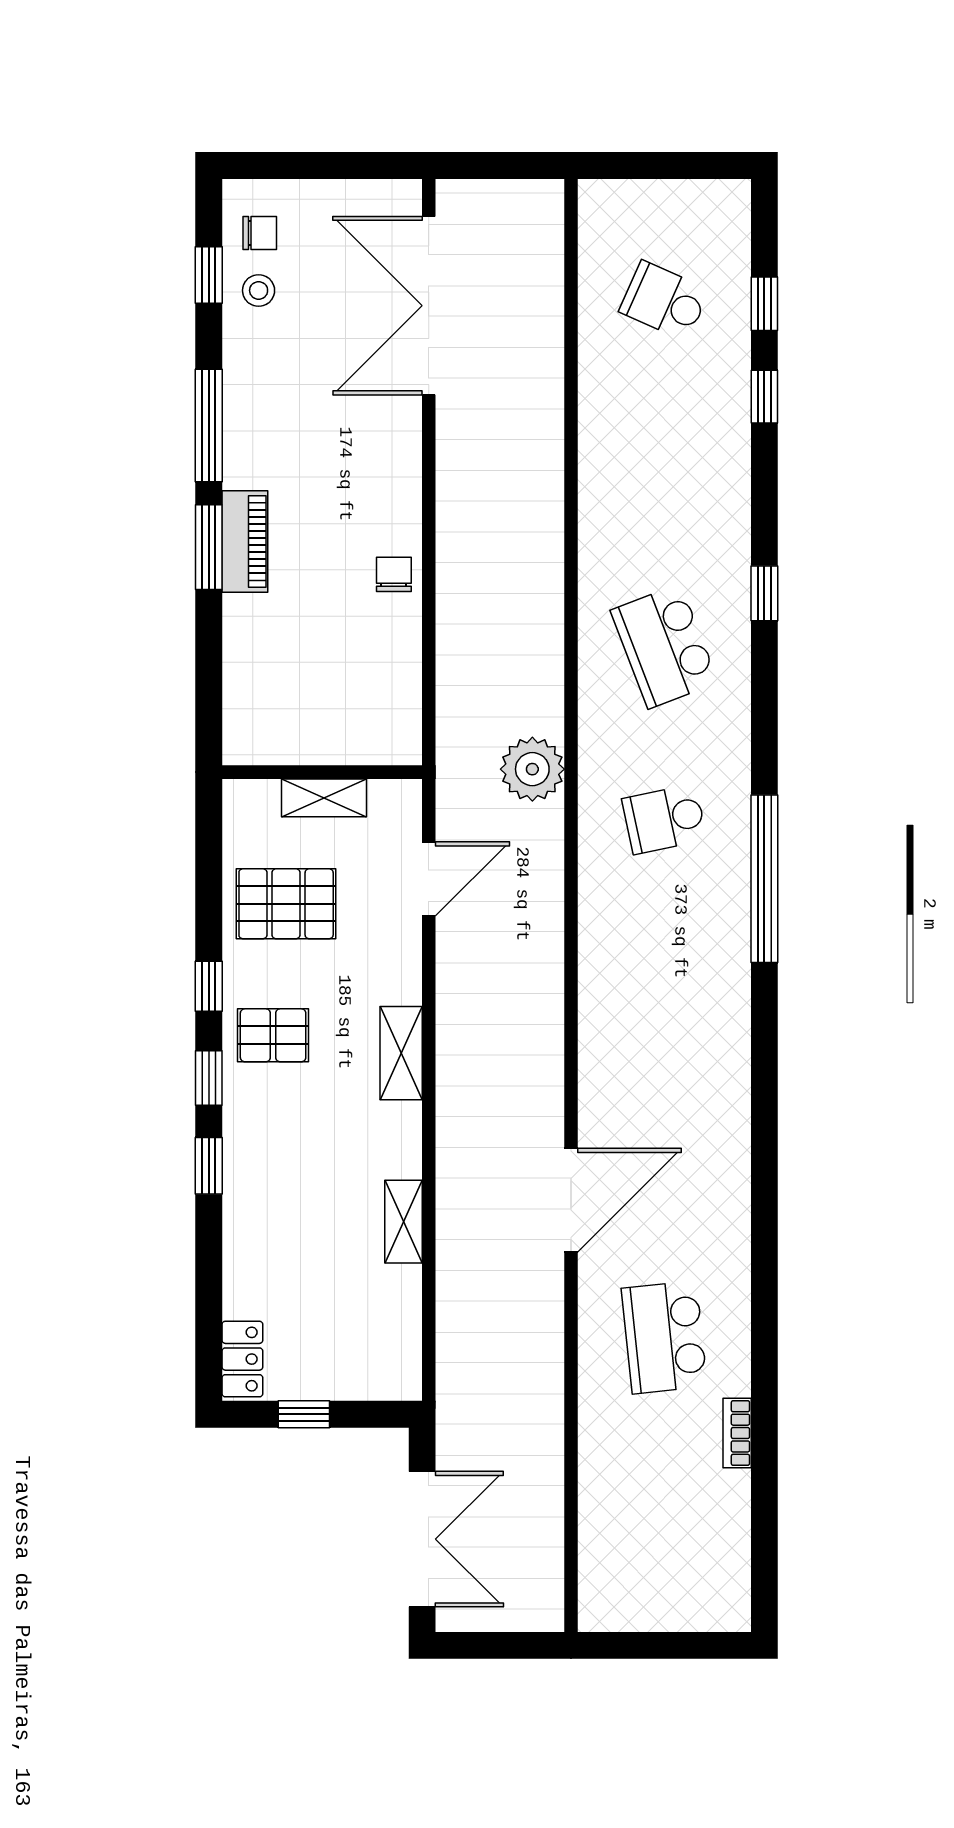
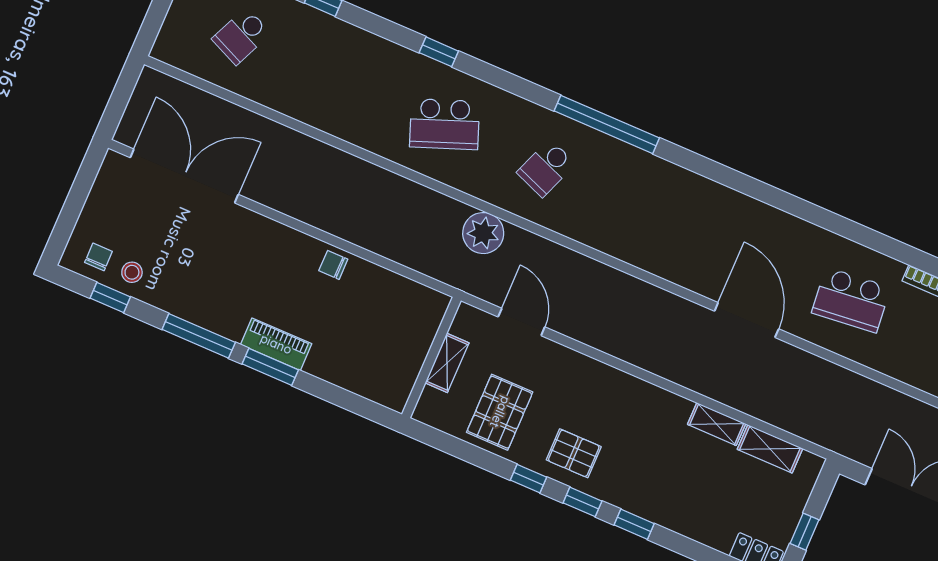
double door: (429, 306) -> (184, 176), swing flipped
school desk: (664, 819) -> (546, 168), turned 33
pallet: (273, 1035) -> (574, 453), turned 90
shelving: (401, 1053) -> (770, 449), moved

